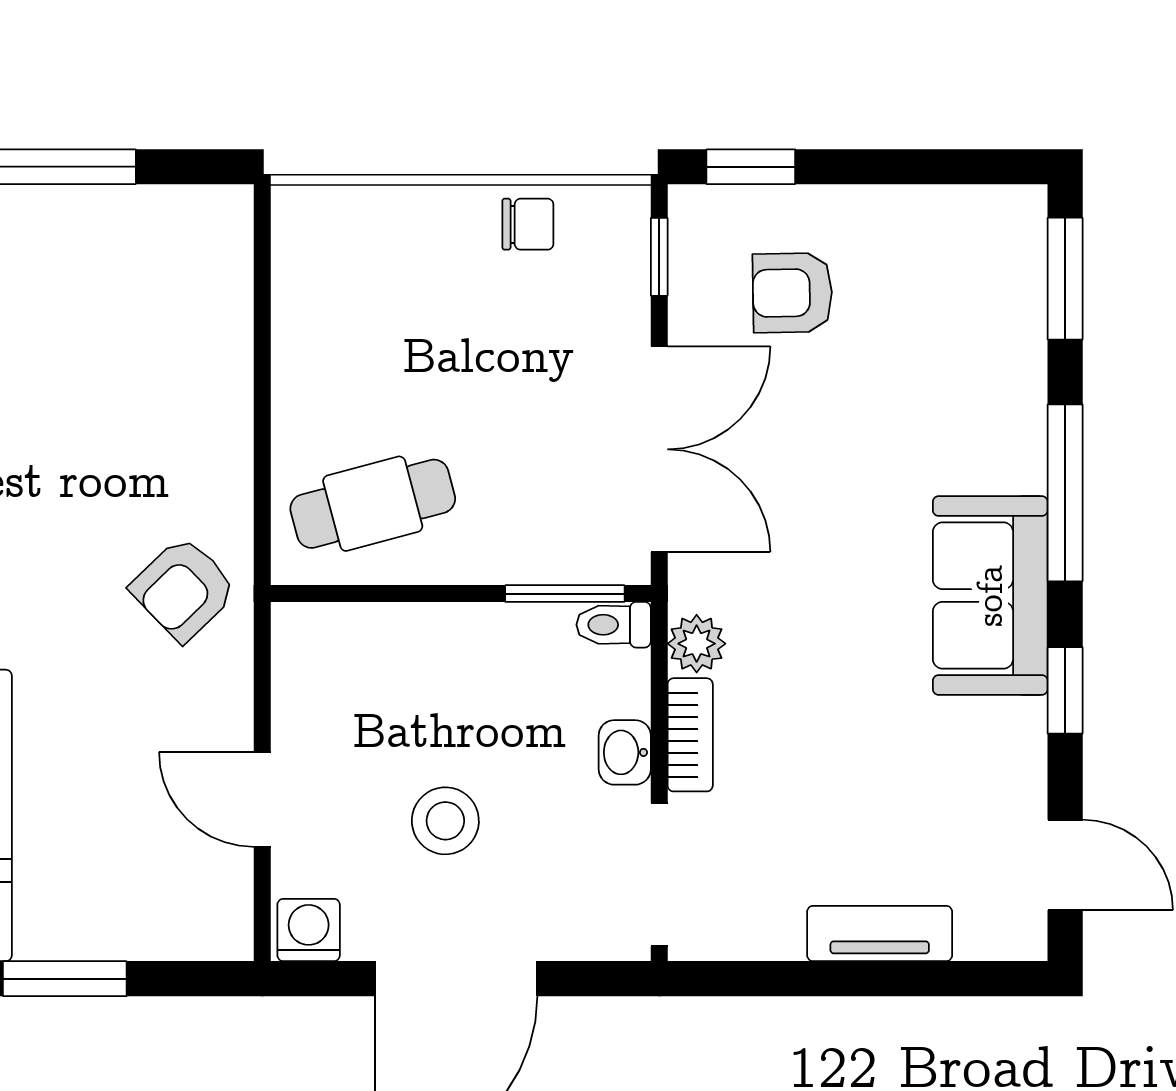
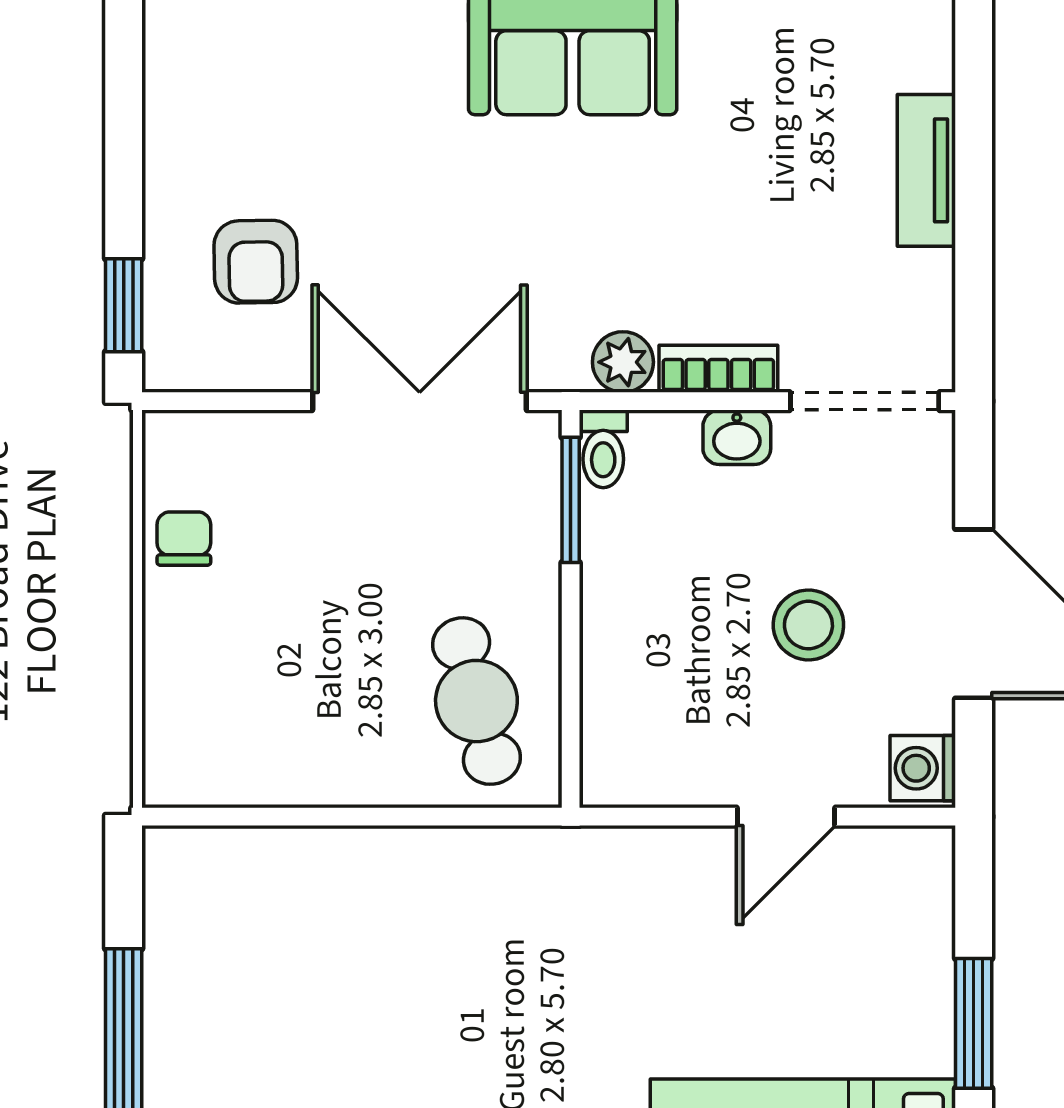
window: (659, 257) -> (218, 401), removed
armchair: (184, 589) -> (566, 899), removed

